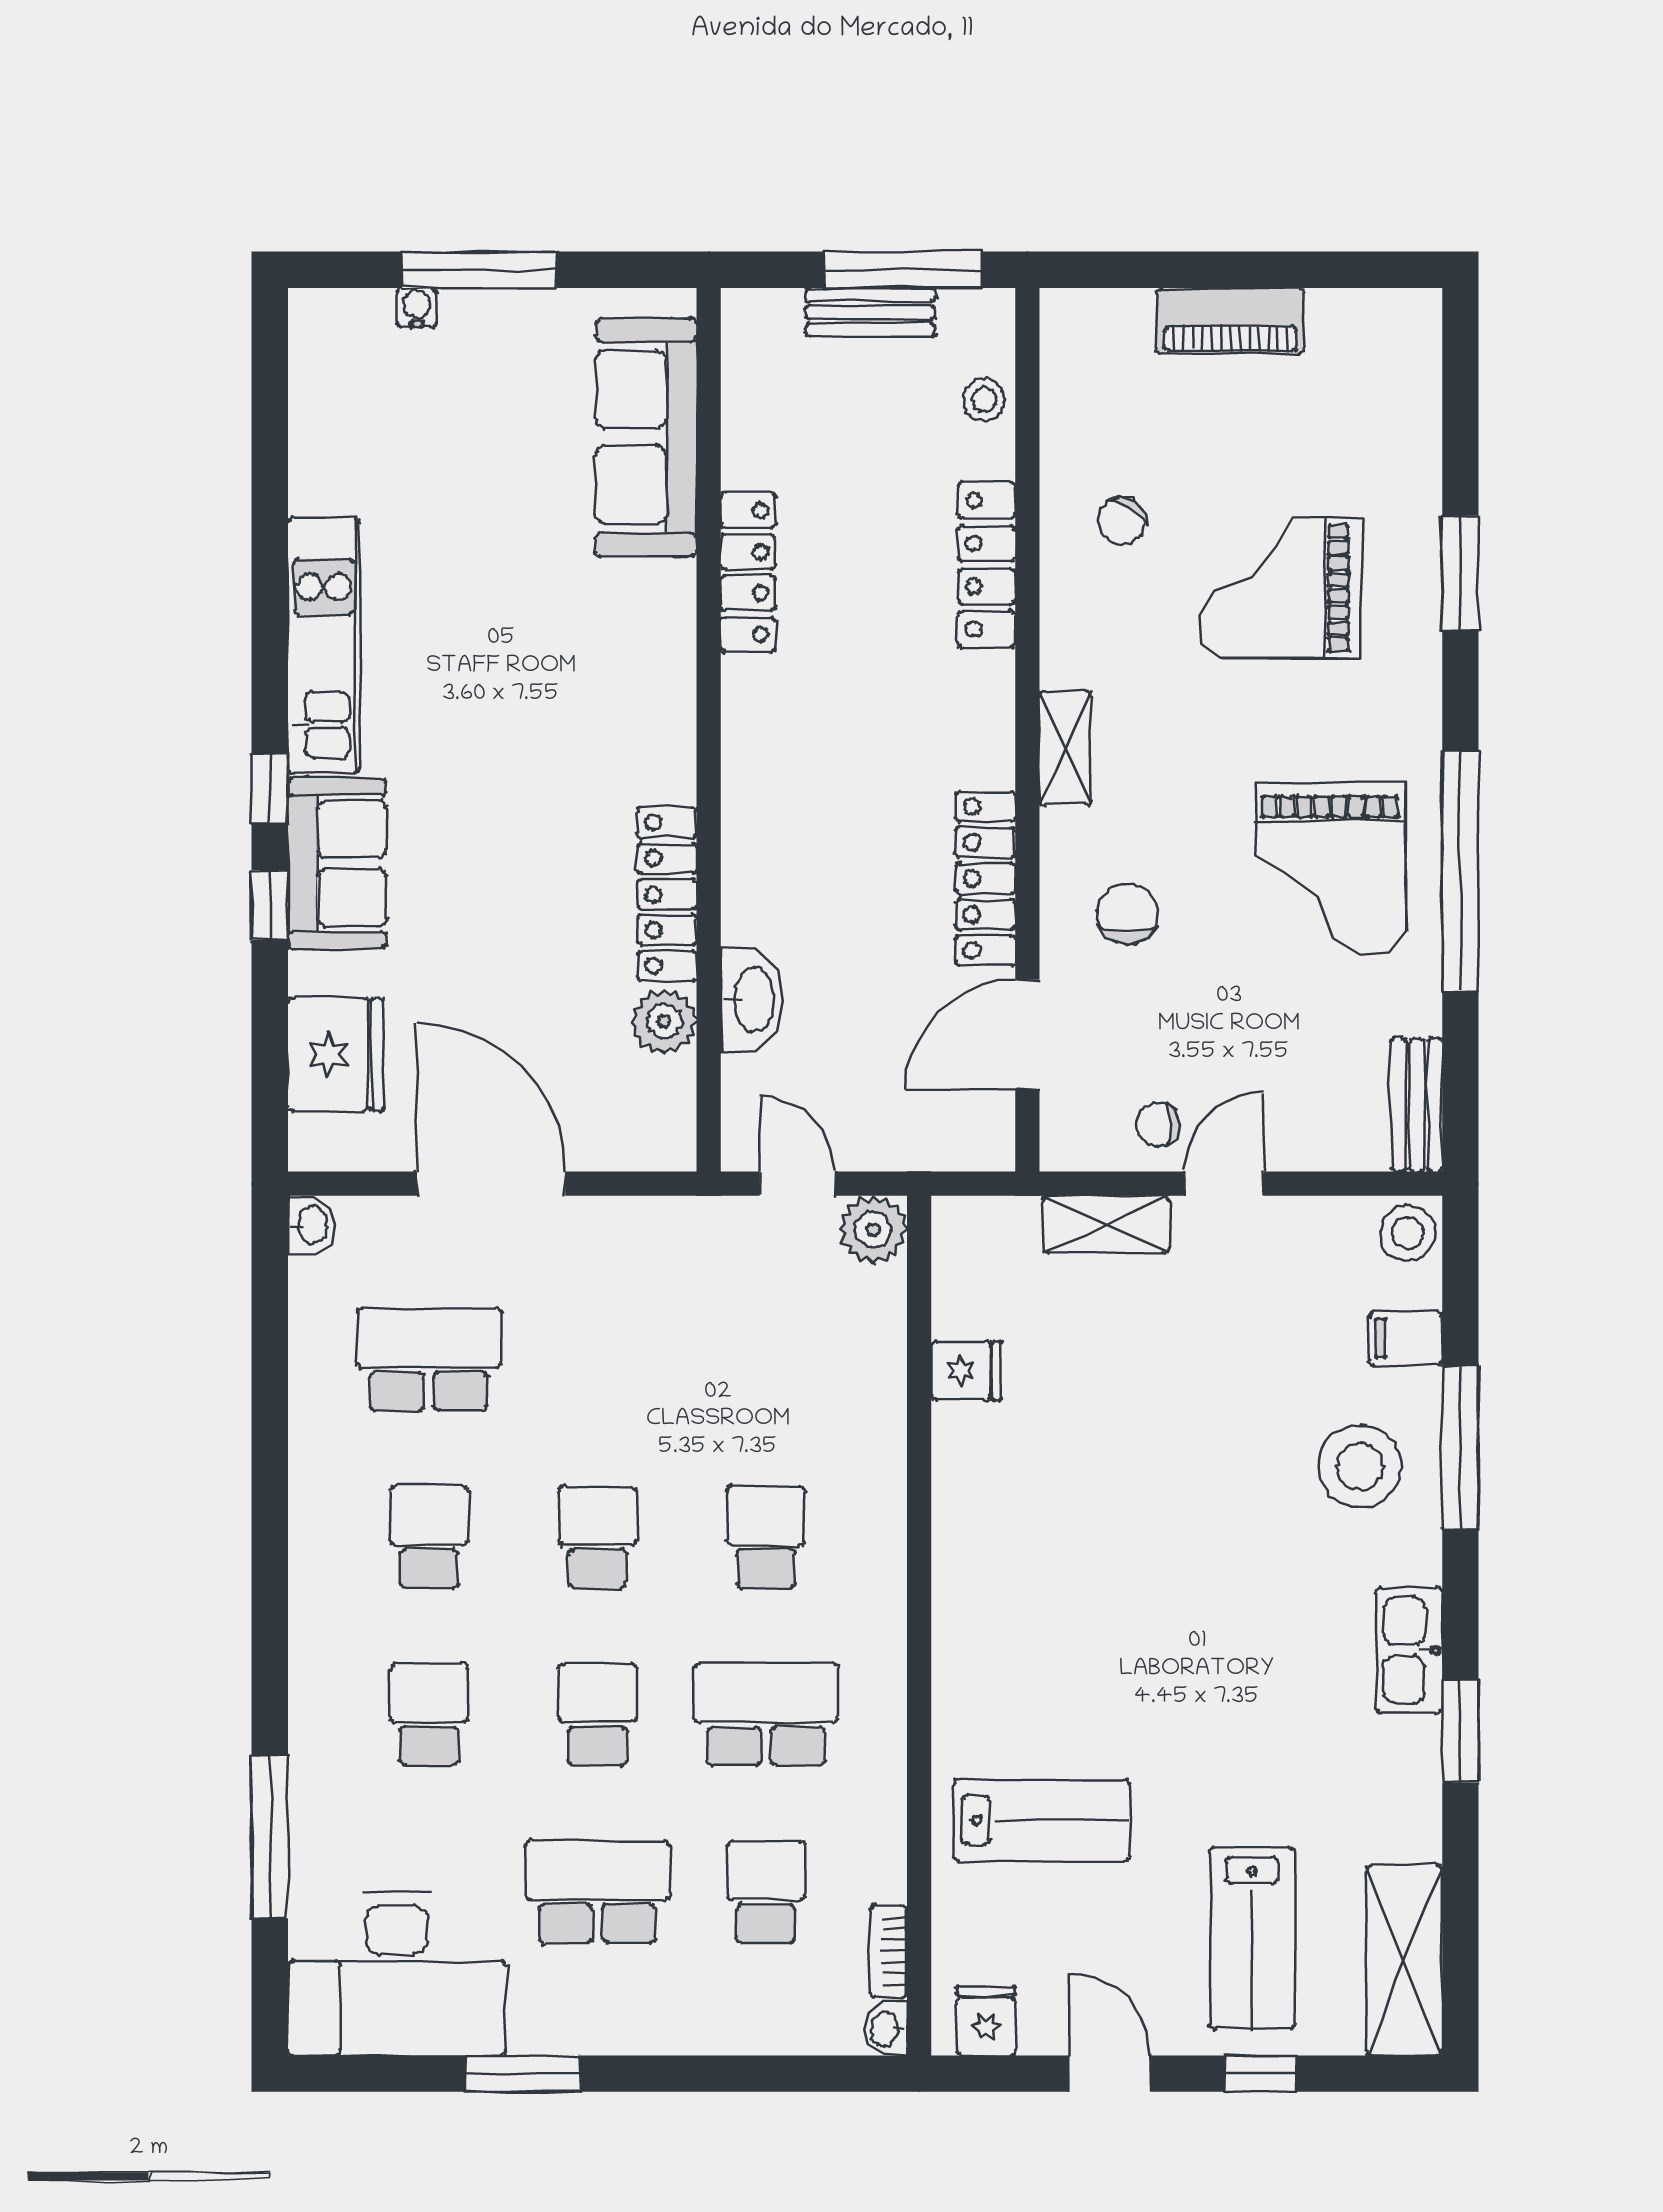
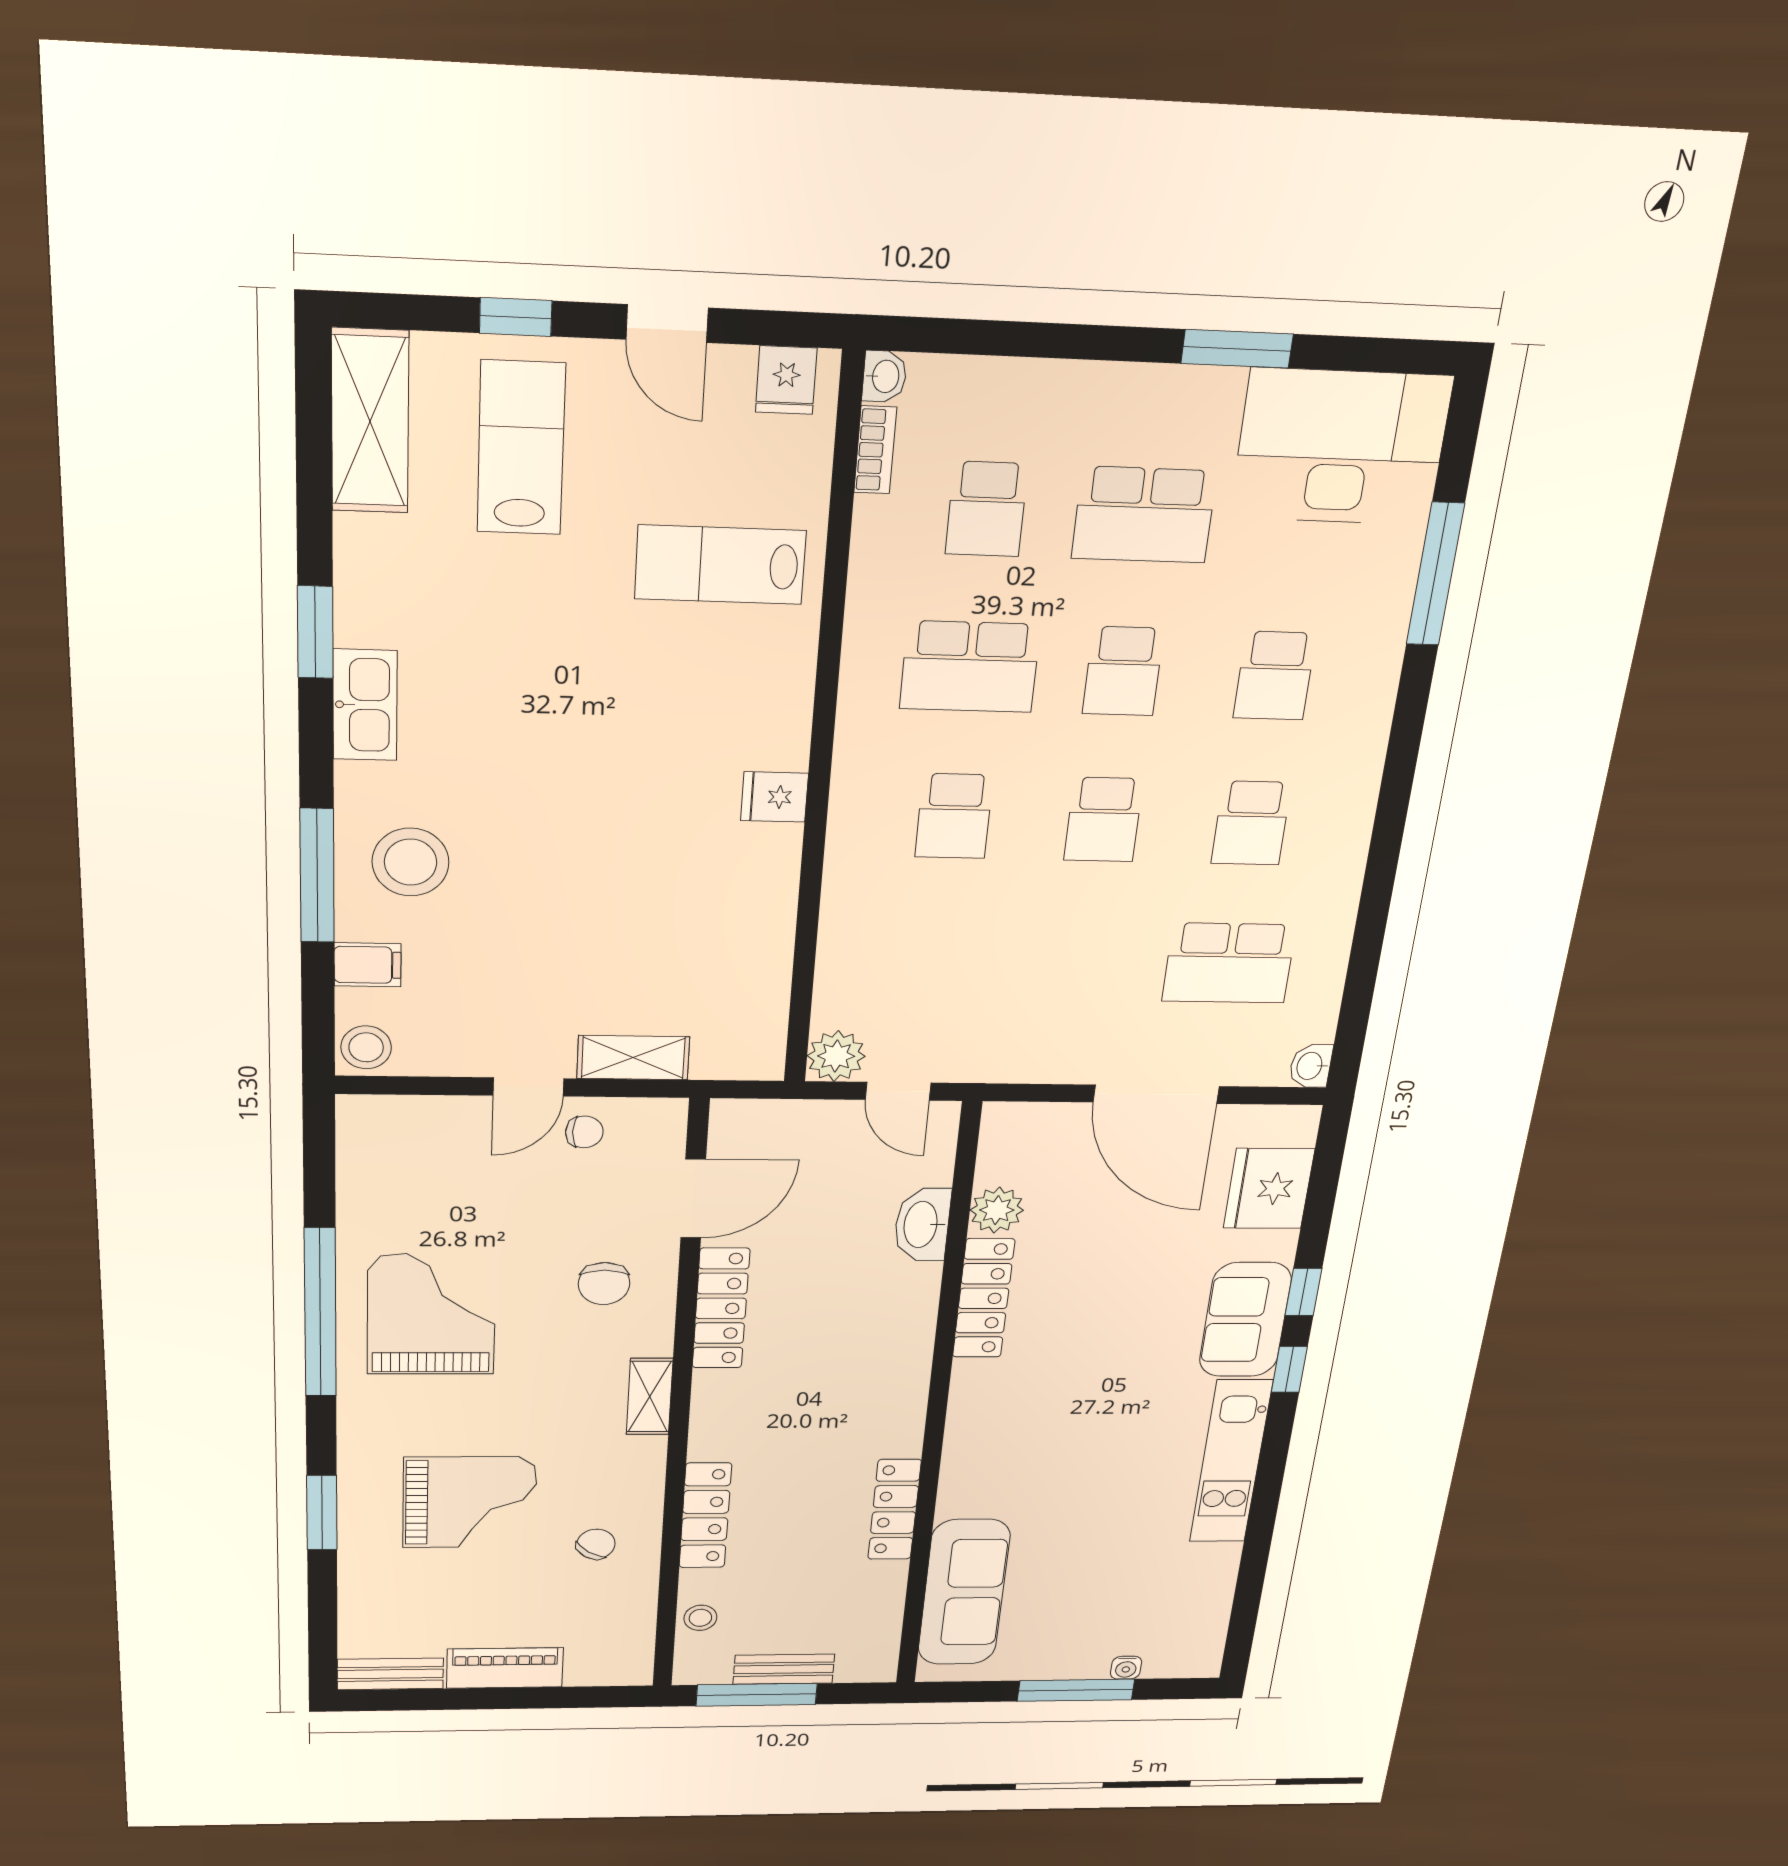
bench: (1417, 1105) -> (390, 1674), moved, turned 90
fridge: (966, 1371) -> (775, 797), moved

